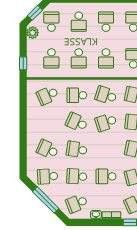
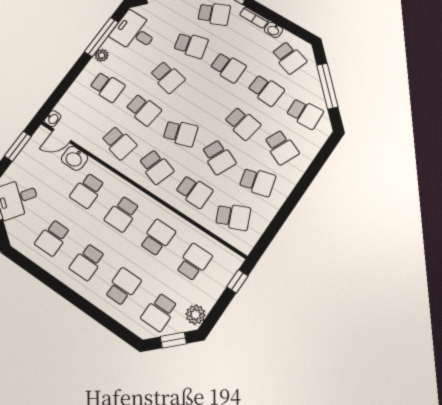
school desk: (106, 58) -> (122, 214), turned 180
school desk: (48, 122) -> (257, 182), added
school desk: (77, 203) -> (289, 58), turned 39

